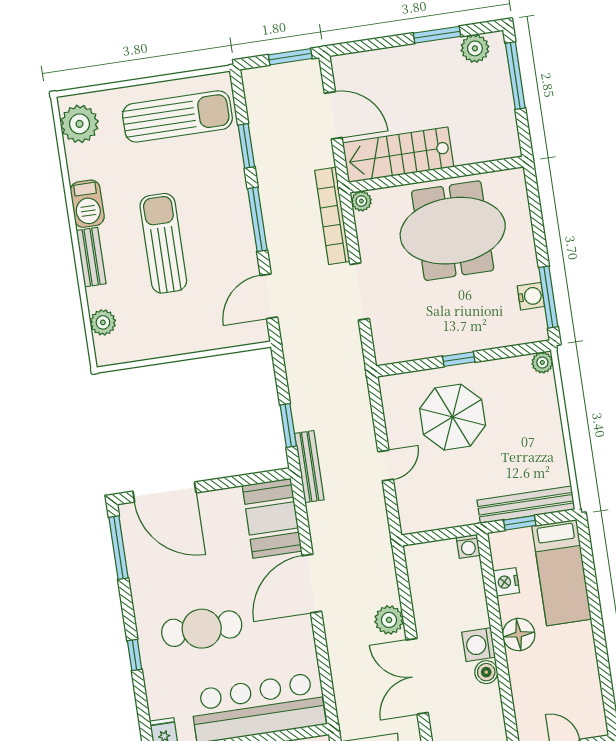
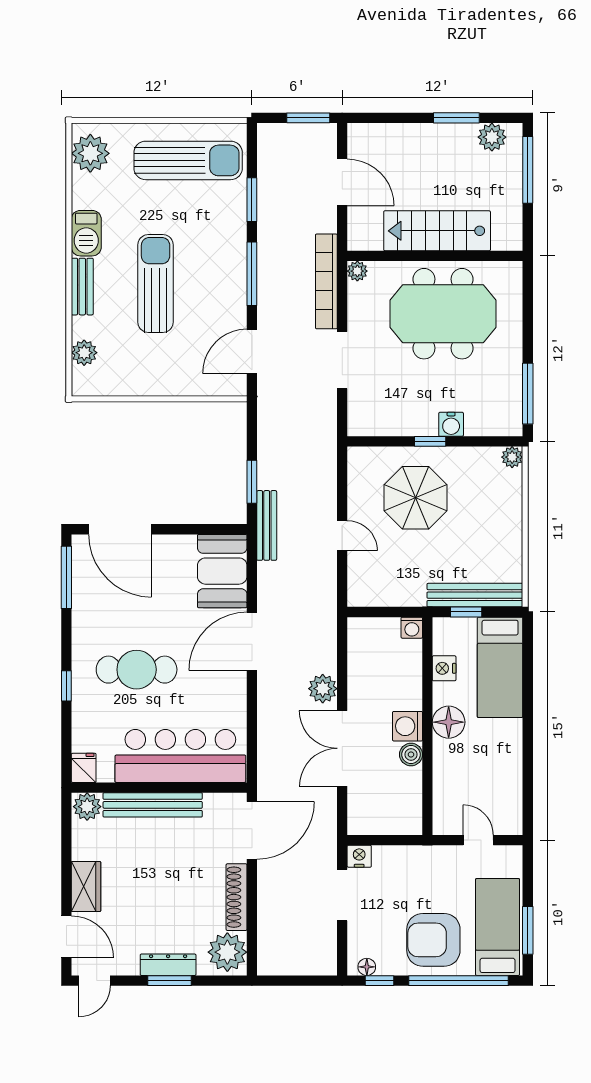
stairs: (398, 155) -> (437, 231), moved
water cooler: (531, 296) -> (451, 424), moved, turned 90
door: (386, 465) -> (342, 536), hinge flipped

